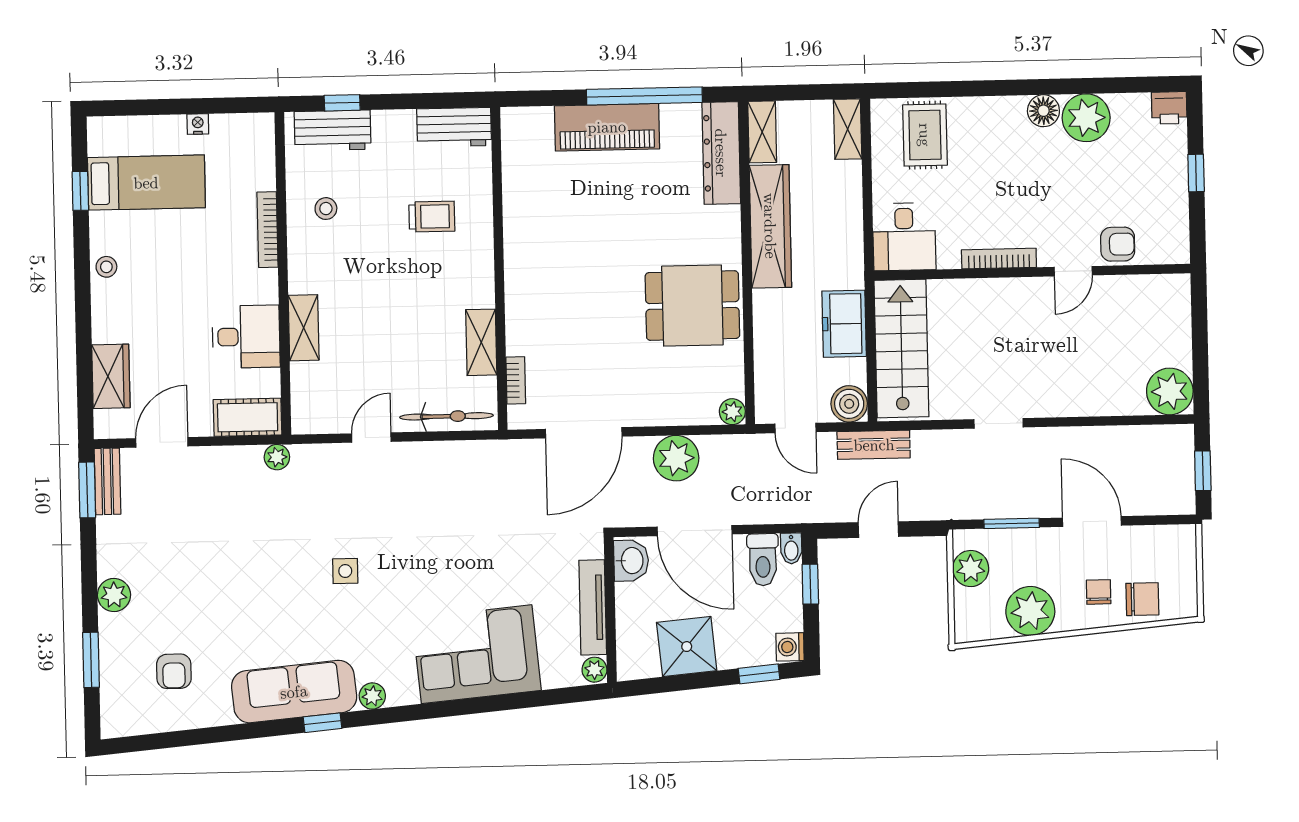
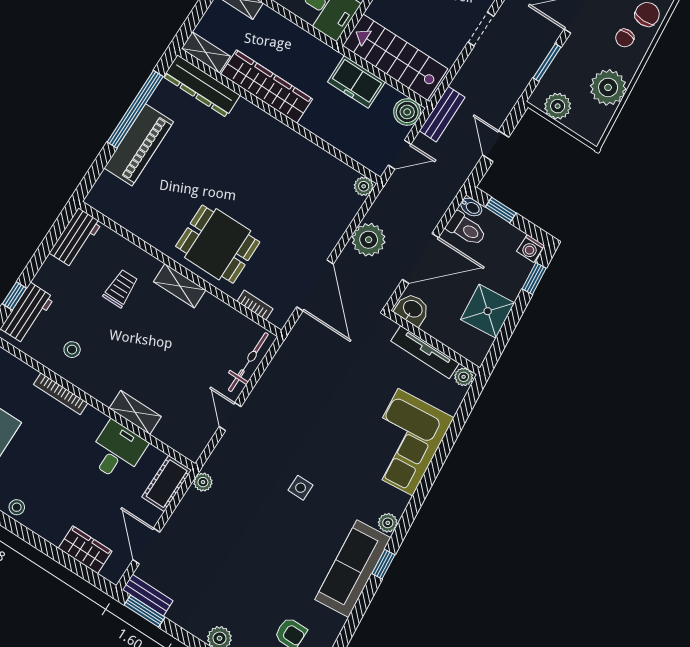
dining table: (692, 306) -> (218, 244), moved, turned 90
shelving: (481, 342) -> (180, 286), moved
chair: (1099, 592) -> (625, 38), turned -90

